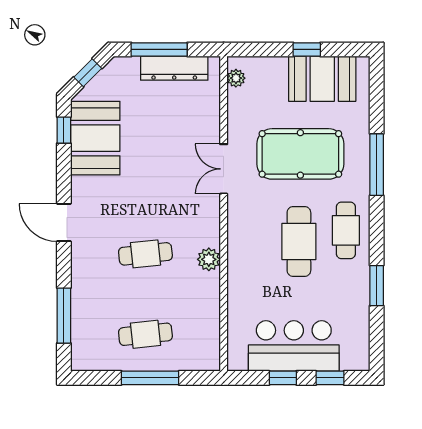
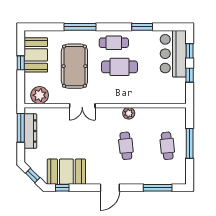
window: (159, 49) -> (21, 128), moved
plant: (236, 78) -> (40, 95), width x1.88, depth x1.88
bar counter: (294, 346) -> (173, 54), moved

